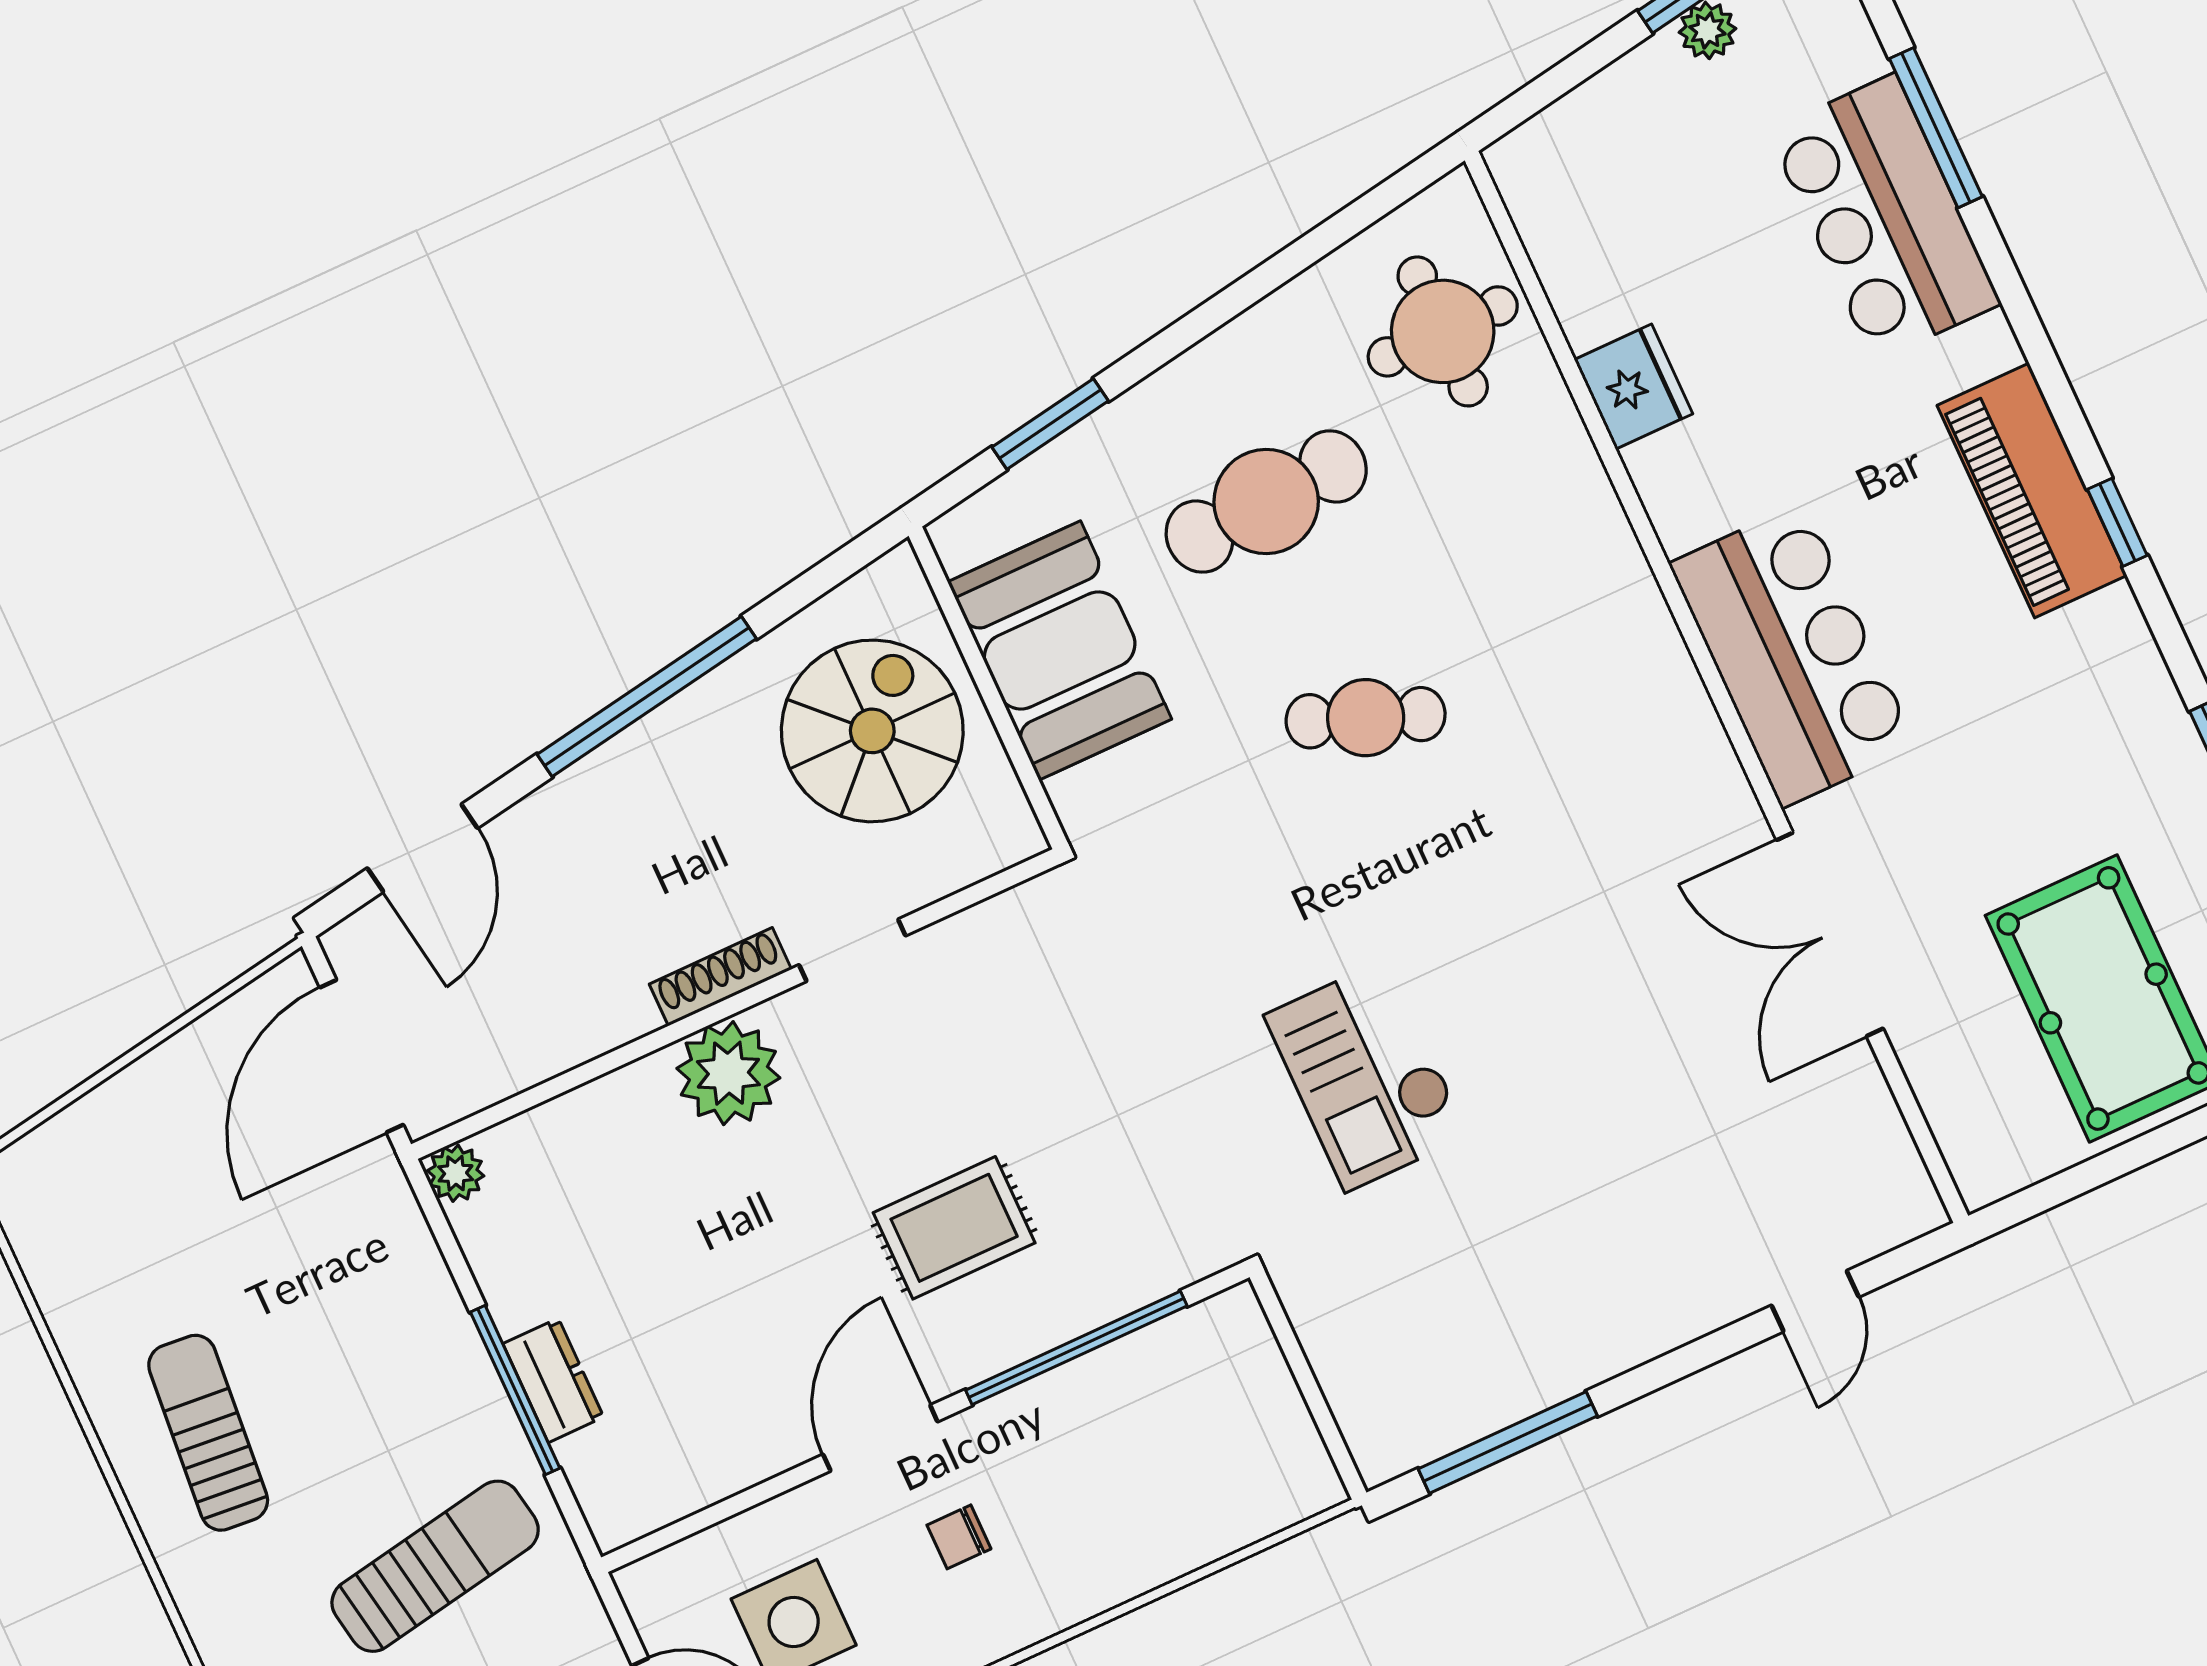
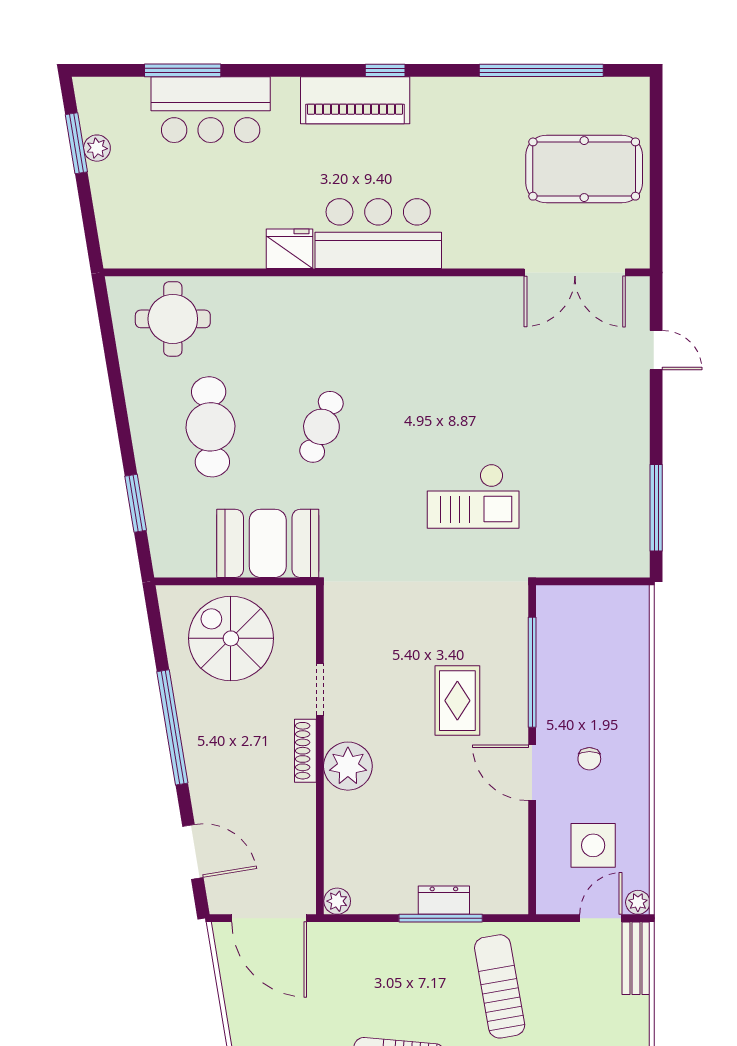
fridge: (1633, 387) -> (289, 249), moved
booth: (1060, 650) -> (268, 543), moved
double door: (1830, 934) -> (575, 272), moved

